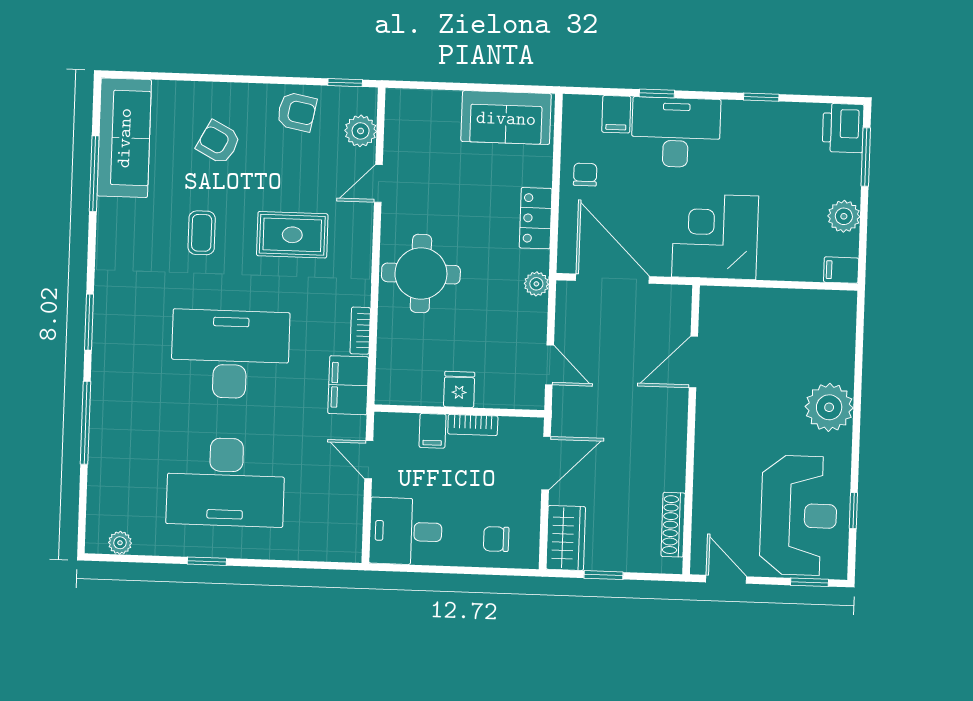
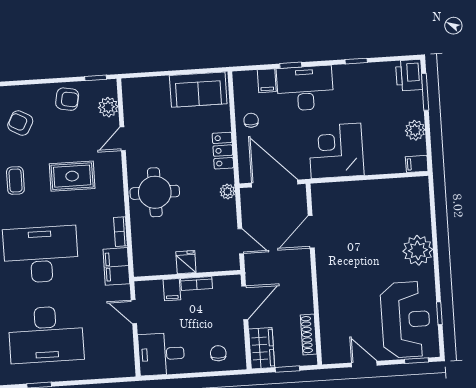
door: (693, 362) -> (311, 232), moved
wall: (691, 430) -> (314, 274), moved
shoe rack: (673, 525) -> (309, 335), moved
chair: (496, 539) -> (218, 353), turned 92

